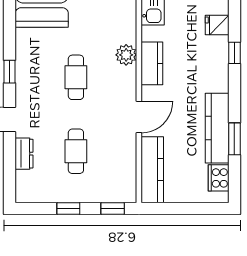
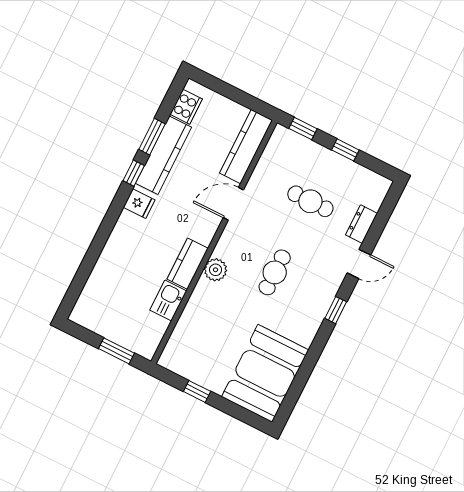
fridge: (217, 25) -> (139, 204), moved
window: (234, 53) -> (134, 173), moved
kitchen counter: (152, 63) -> (188, 264), moved
cafe table: (76, 151) -> (310, 201), turned 90

